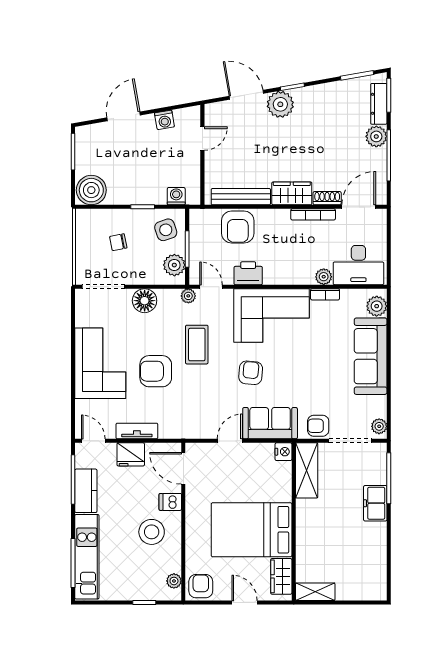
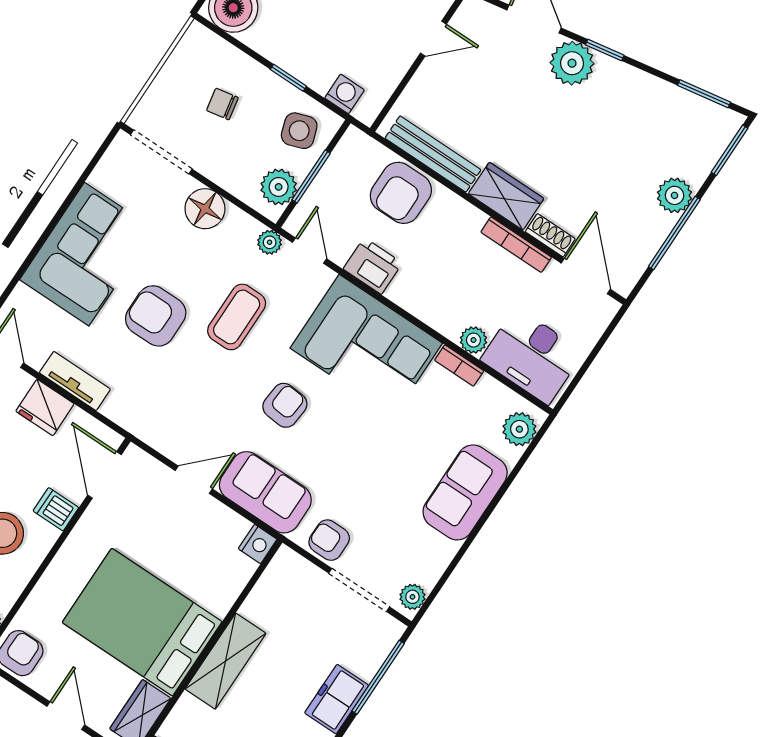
dresser: (379, 104) -> (708, 153), removed
door: (359, 207) -> (586, 276), hinge flipped
sofa: (371, 356) -> (465, 492), width x0.73
shelving: (307, 470) -> (225, 661), moved

